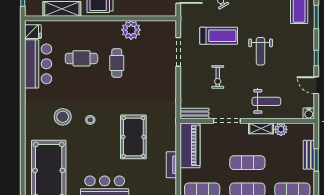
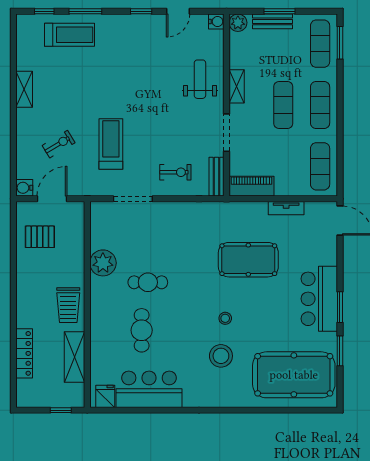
weight bench: (261, 51) -> (132, 87), removed
exercise bike: (218, 77) -> (175, 172), moved
plant: (281, 129) -> (238, 23), moved
piano: (190, 145) -> (252, 186), width x0.73, depth x0.75

